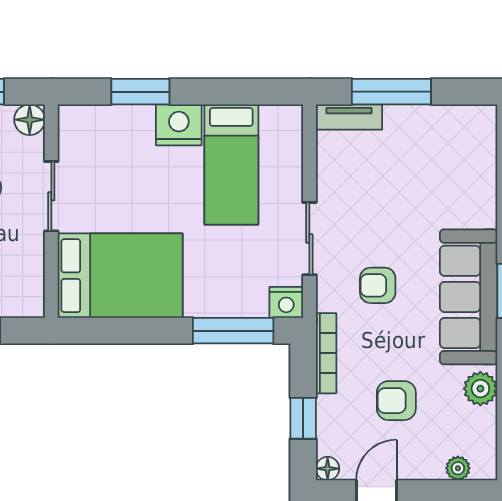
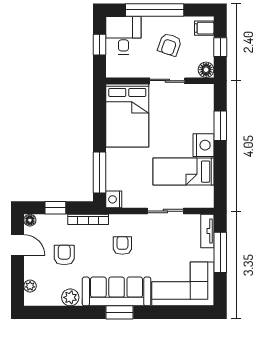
corner sofa: (454, 166) -> (183, 284), added
sliding door: (309, 239) -> (165, 211), moved

